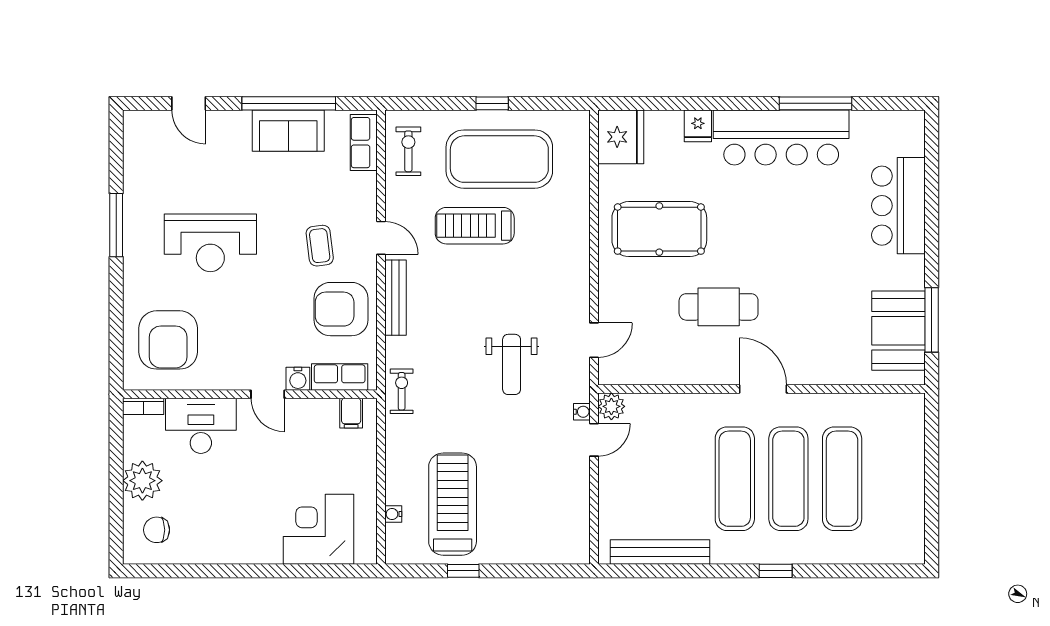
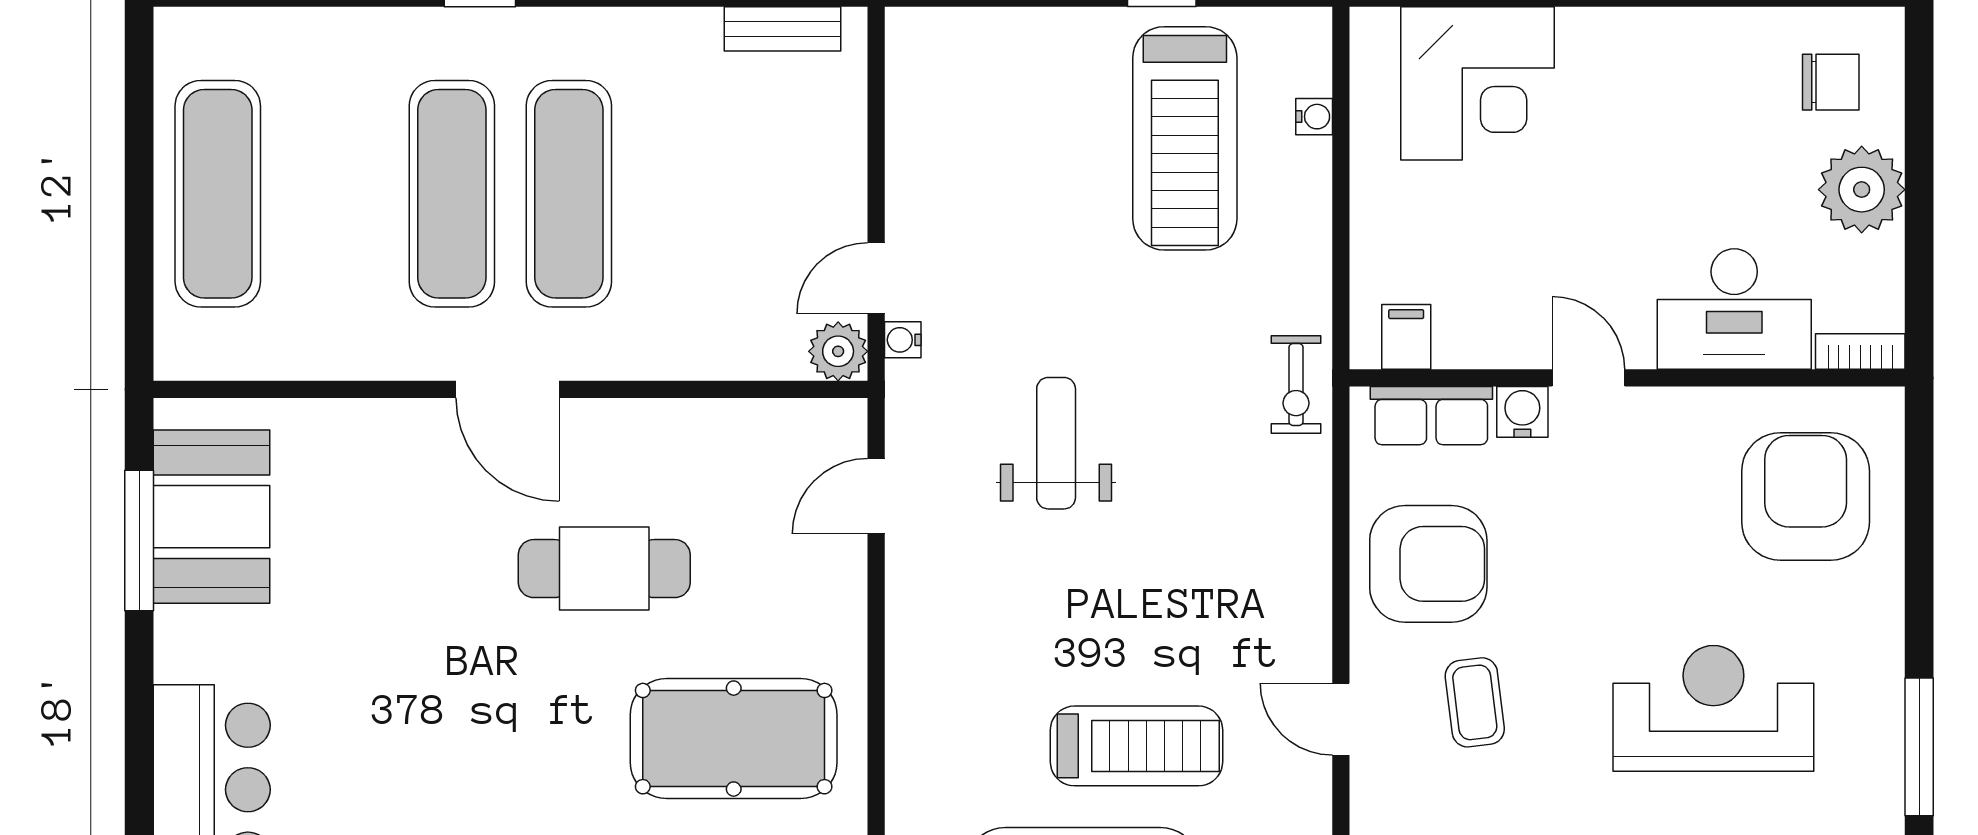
bench: (396, 298) -> (1309, 589), removed
exercise mat: (842, 479) -> (218, 194), moved
bench: (660, 552) -> (783, 29), width x0.54, depth x0.82

